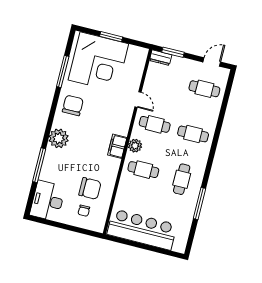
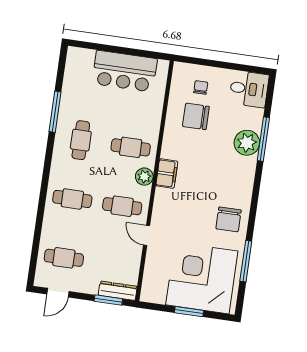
dresser: (161, 58) -> (118, 291), width x1.44
plant: (59, 138) -> (247, 143), moved
desk: (48, 201) -> (249, 89), width x0.73
bar counter: (142, 229) -> (125, 71), width x0.73

